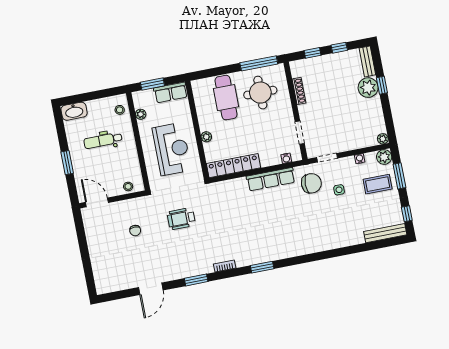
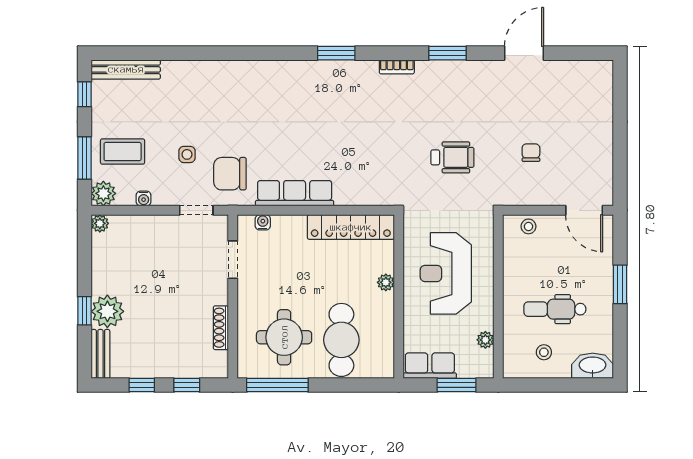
stool: (120, 110) -> (544, 352), moved
dental chair: (103, 140) -> (555, 309), turned 180

